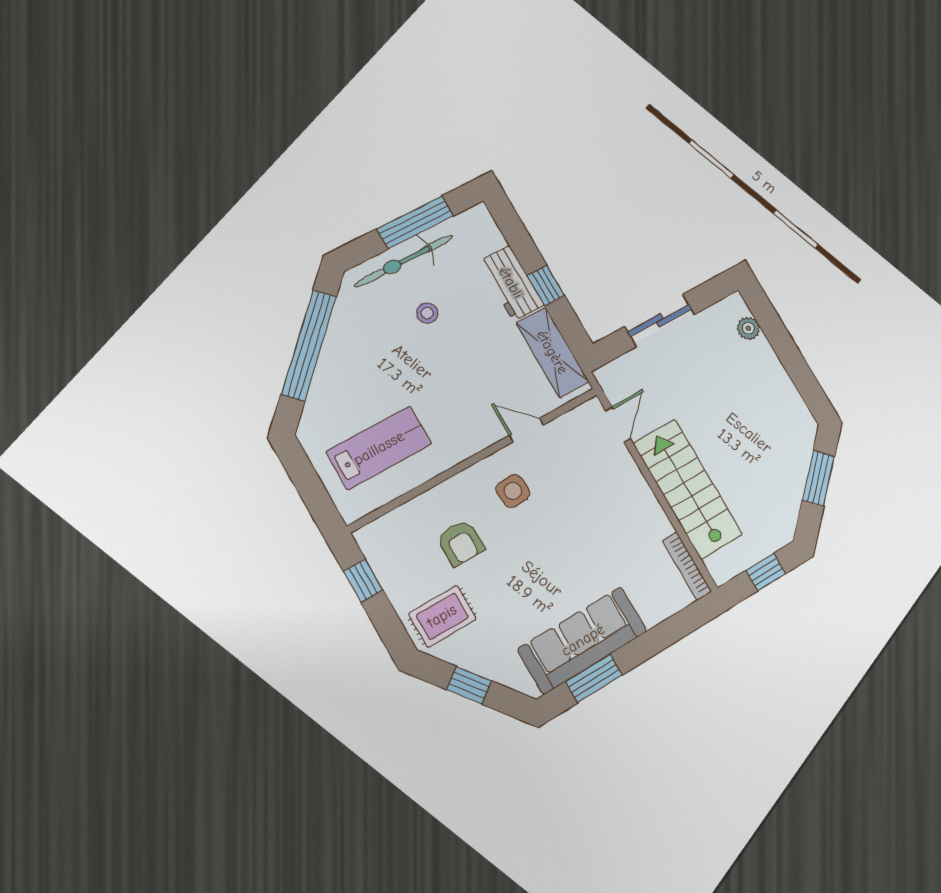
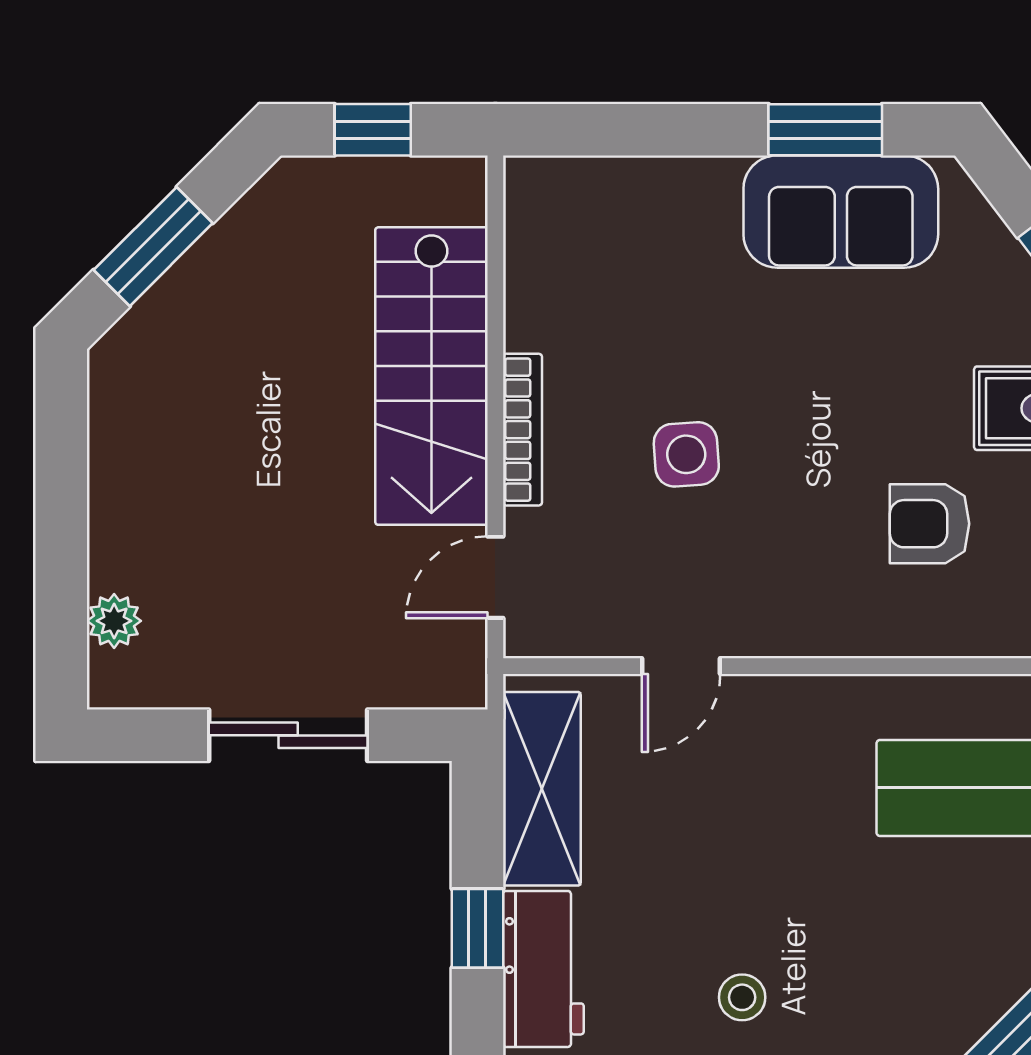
door: (526, 430) -> (681, 666), hinge flipped
side table: (513, 491) -> (686, 454), moved
armchair: (460, 543) -> (930, 524), turned -90
bookcase: (687, 566) -> (522, 430), moved
sofa: (583, 640) -> (841, 212), width x0.73

